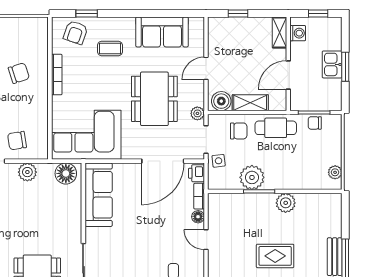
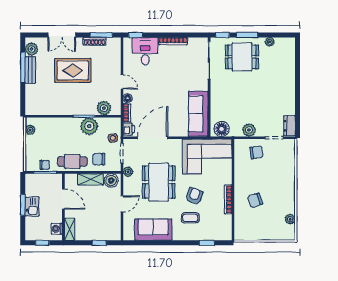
armchair: (76, 32) -> (194, 196), moved
door: (288, 75) -> (63, 199), hinge flipped
plant: (286, 203) -> (104, 108), moved
rug: (275, 256) -> (73, 70), width x1.36, depth x1.43

